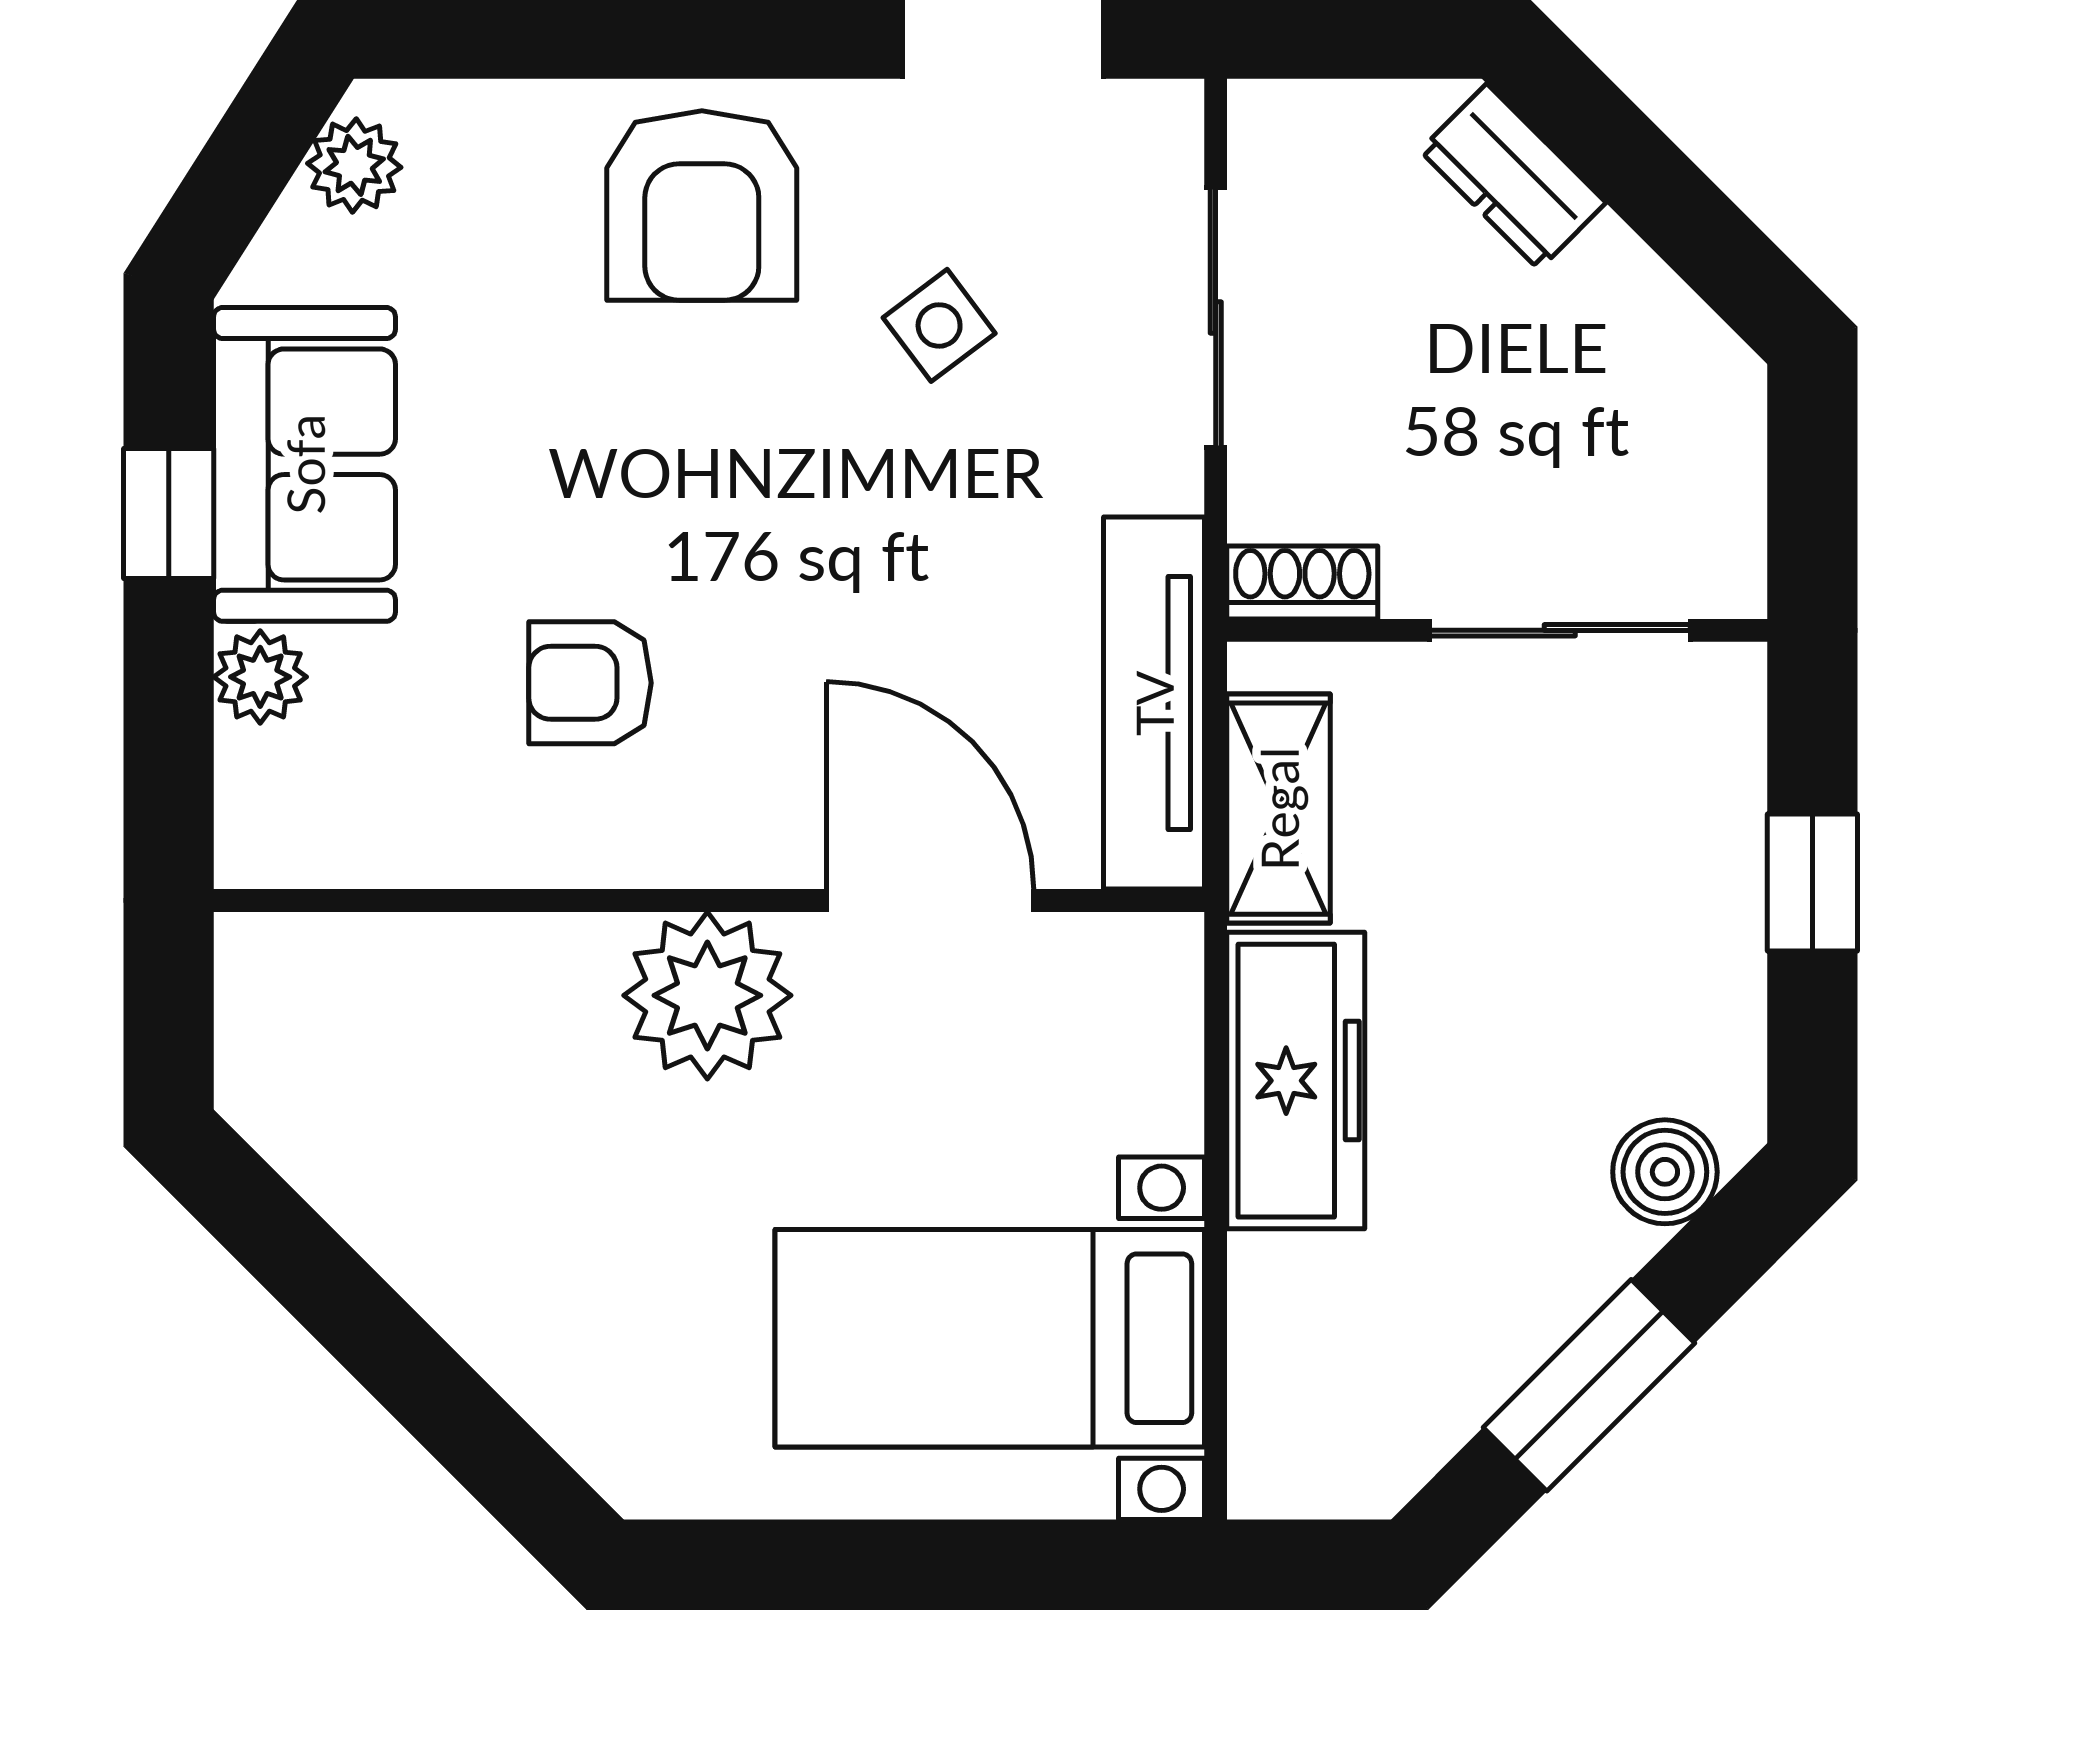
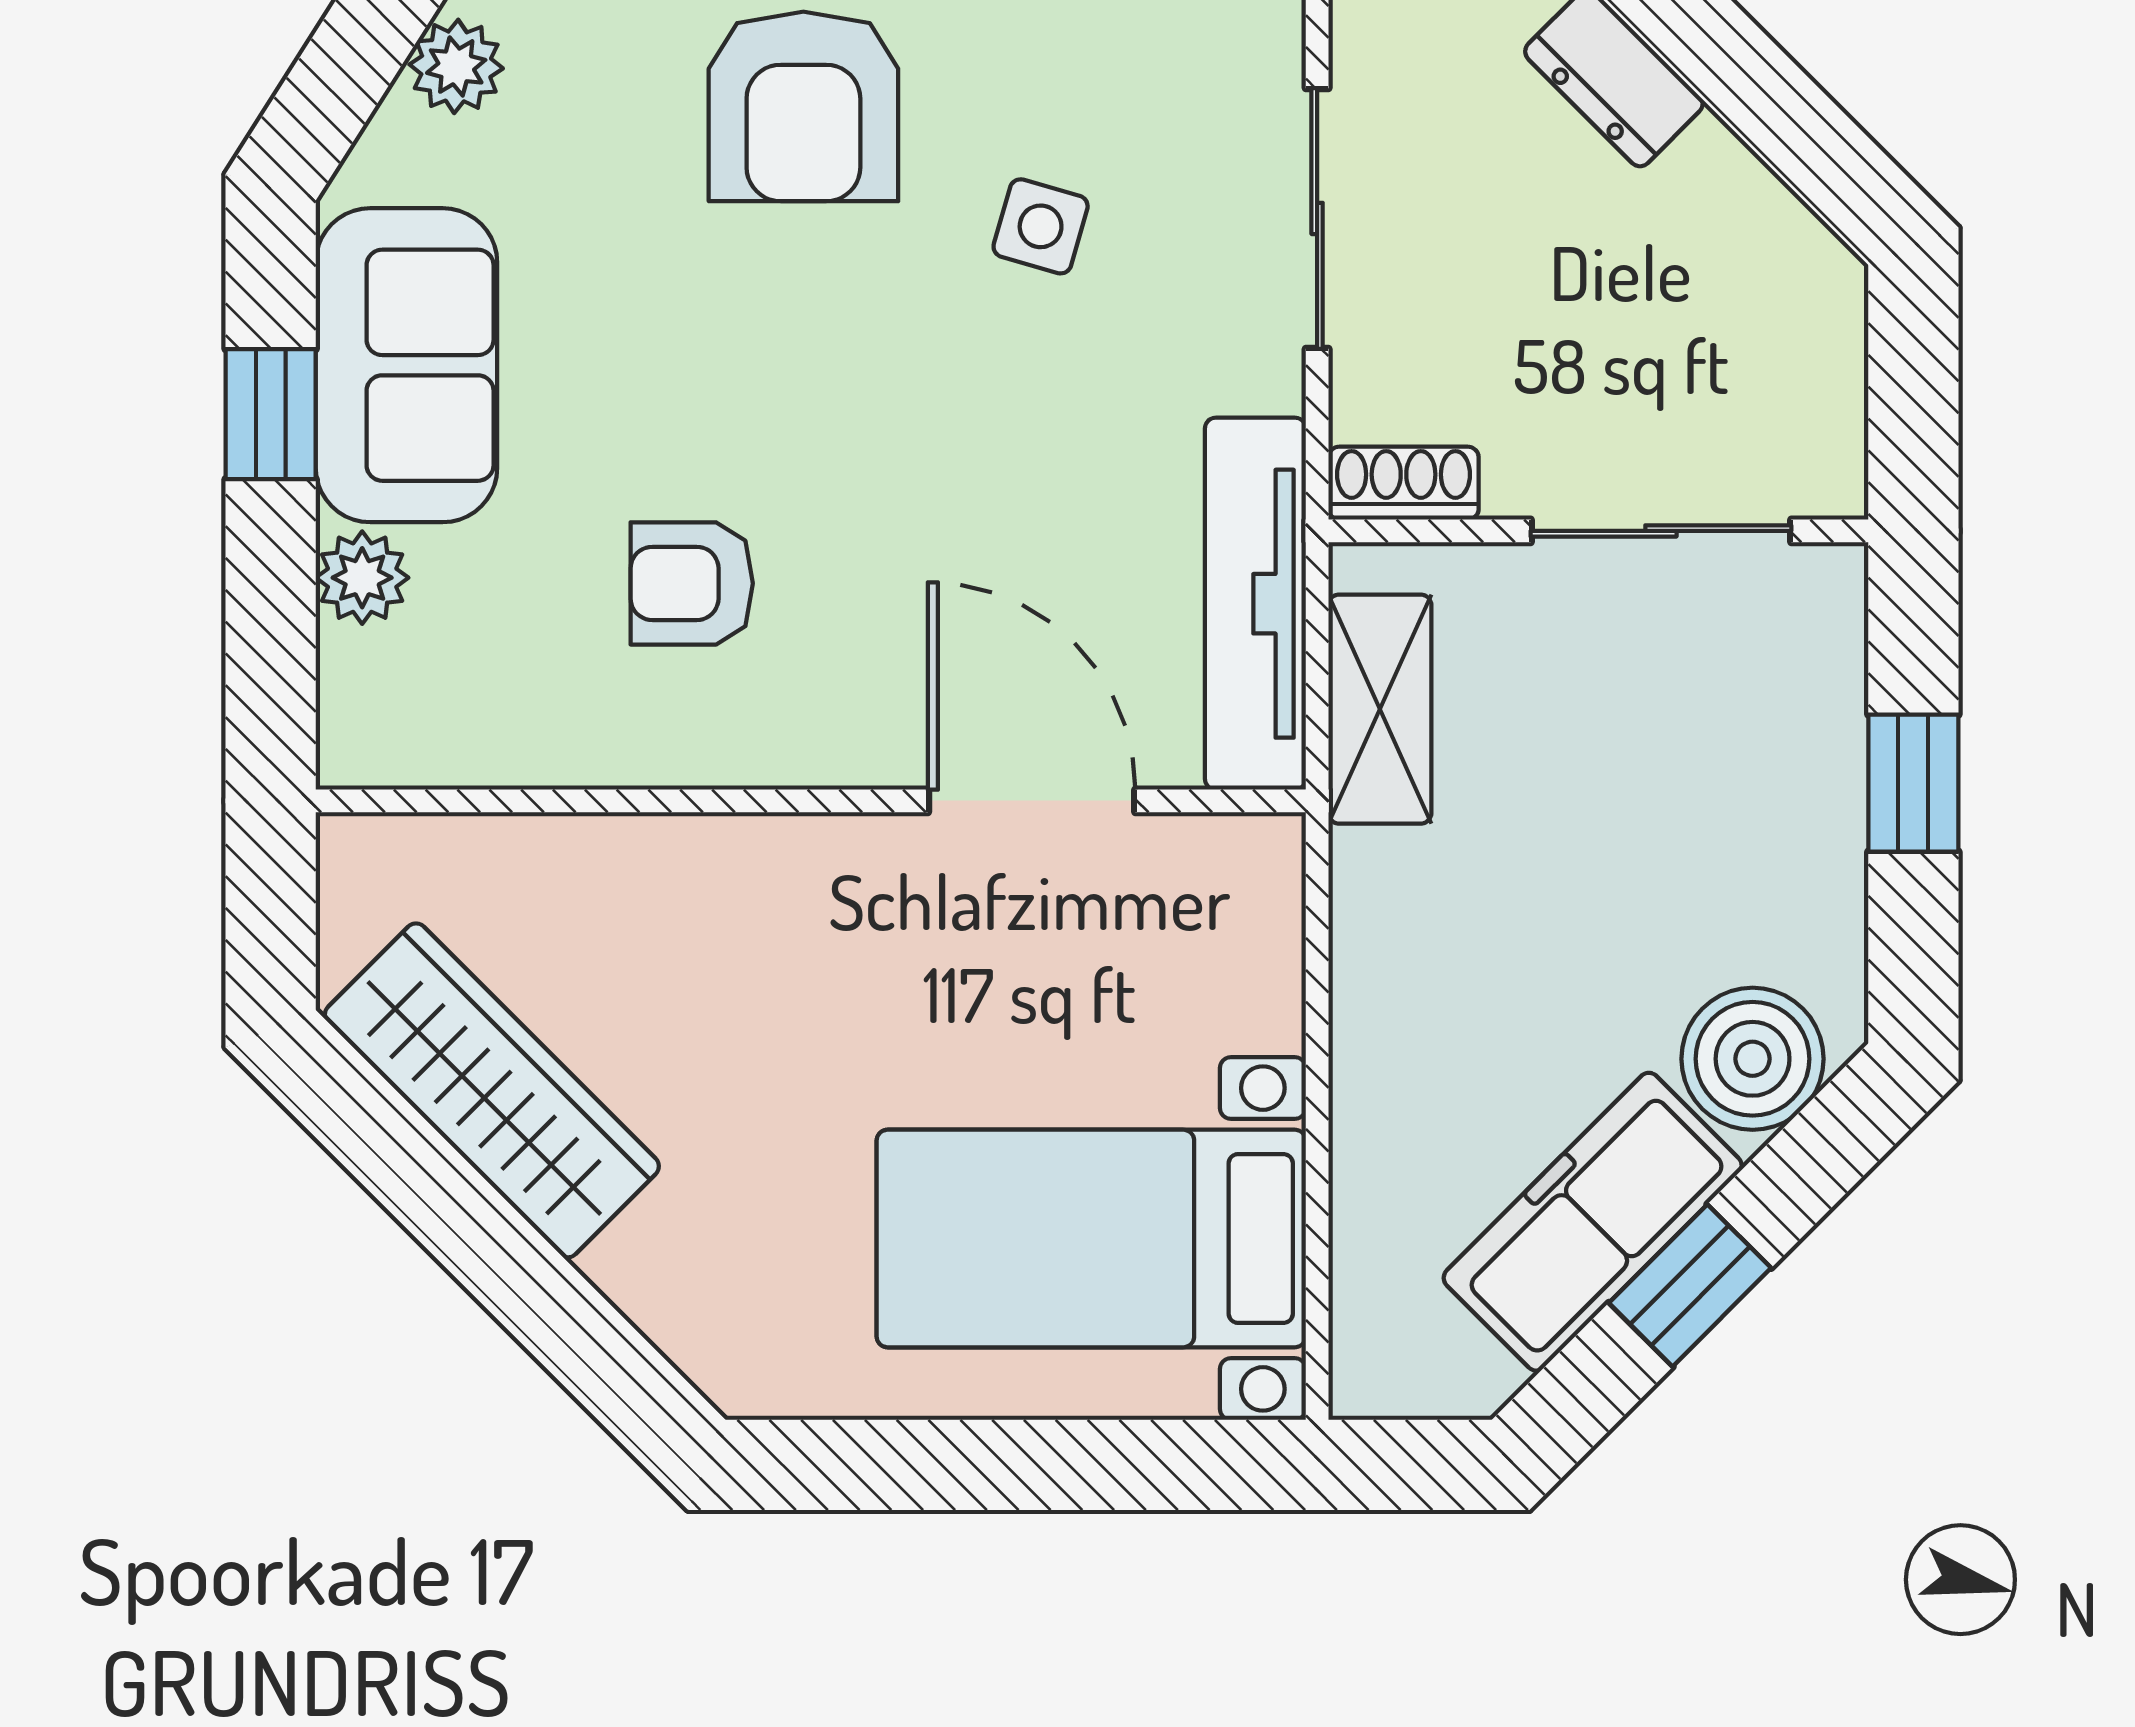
side table: (939, 325) -> (1041, 226), turned -37
plant: (707, 995) -> (809, 896), removed
freezer: (1296, 1081) -> (1593, 1222), moved, turned -135
boiler: (1665, 1172) -> (1753, 1059), width x1.36, depth x1.36
wardrobe: (390, 1190) -> (492, 1090), added
window: (1589, 1385) -> (1690, 1285), width x0.67

